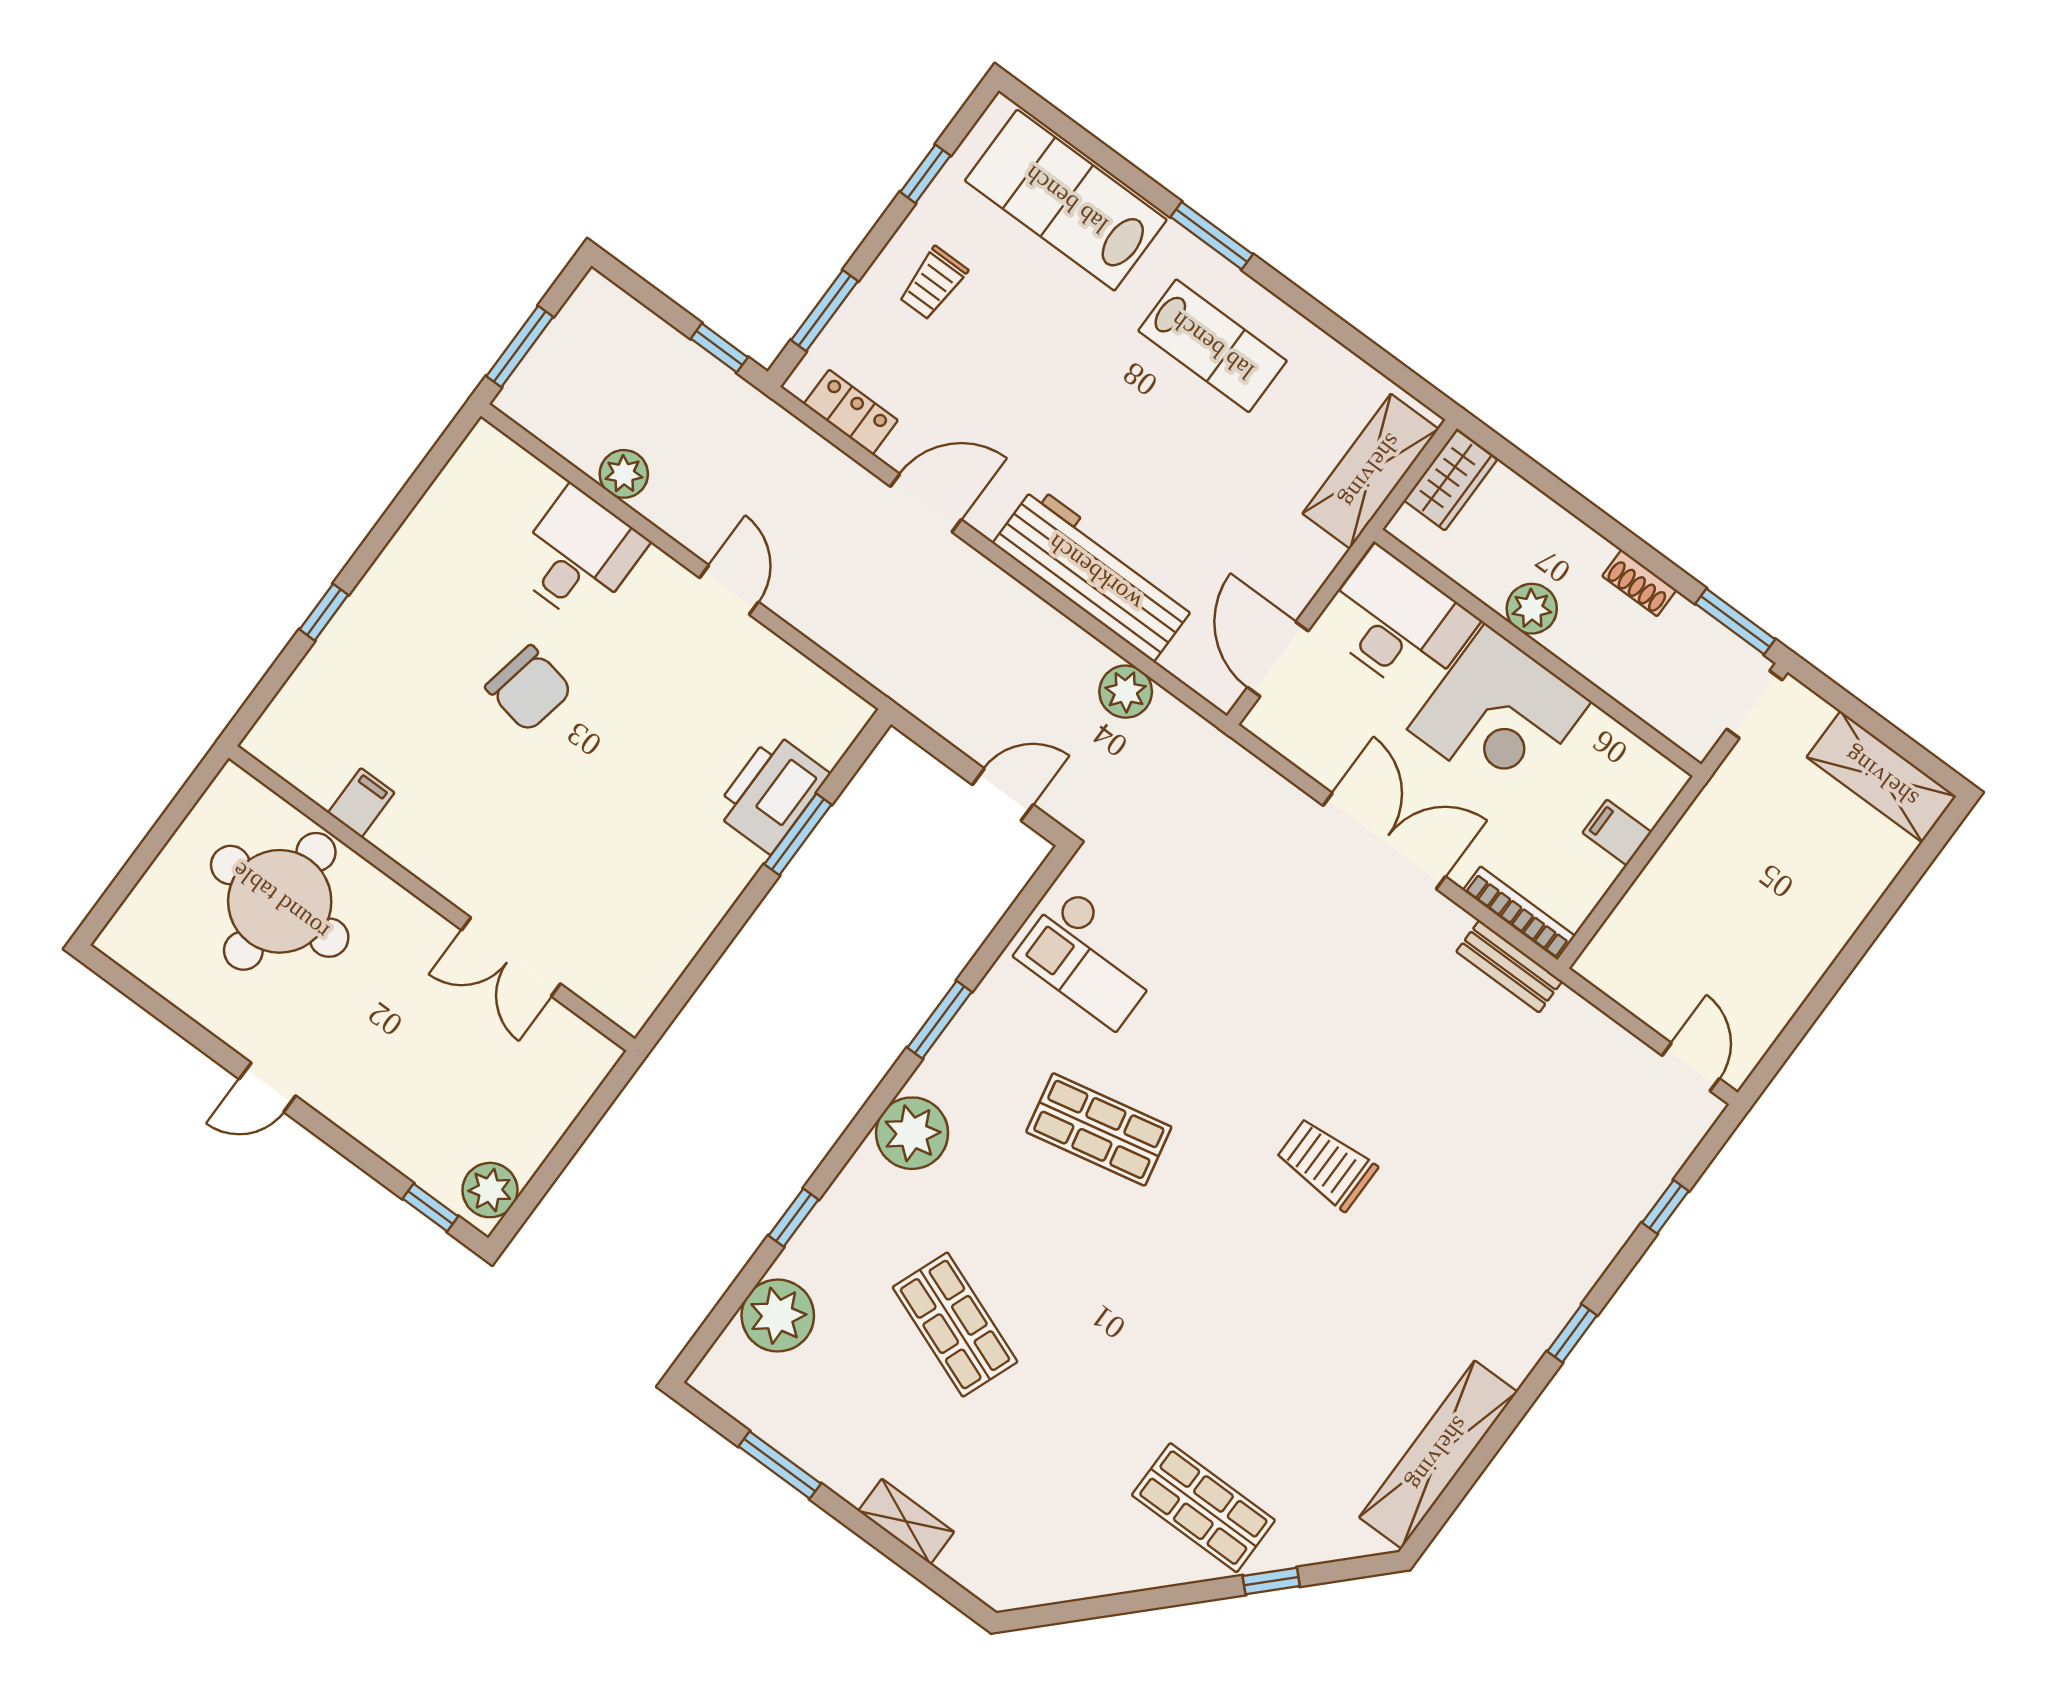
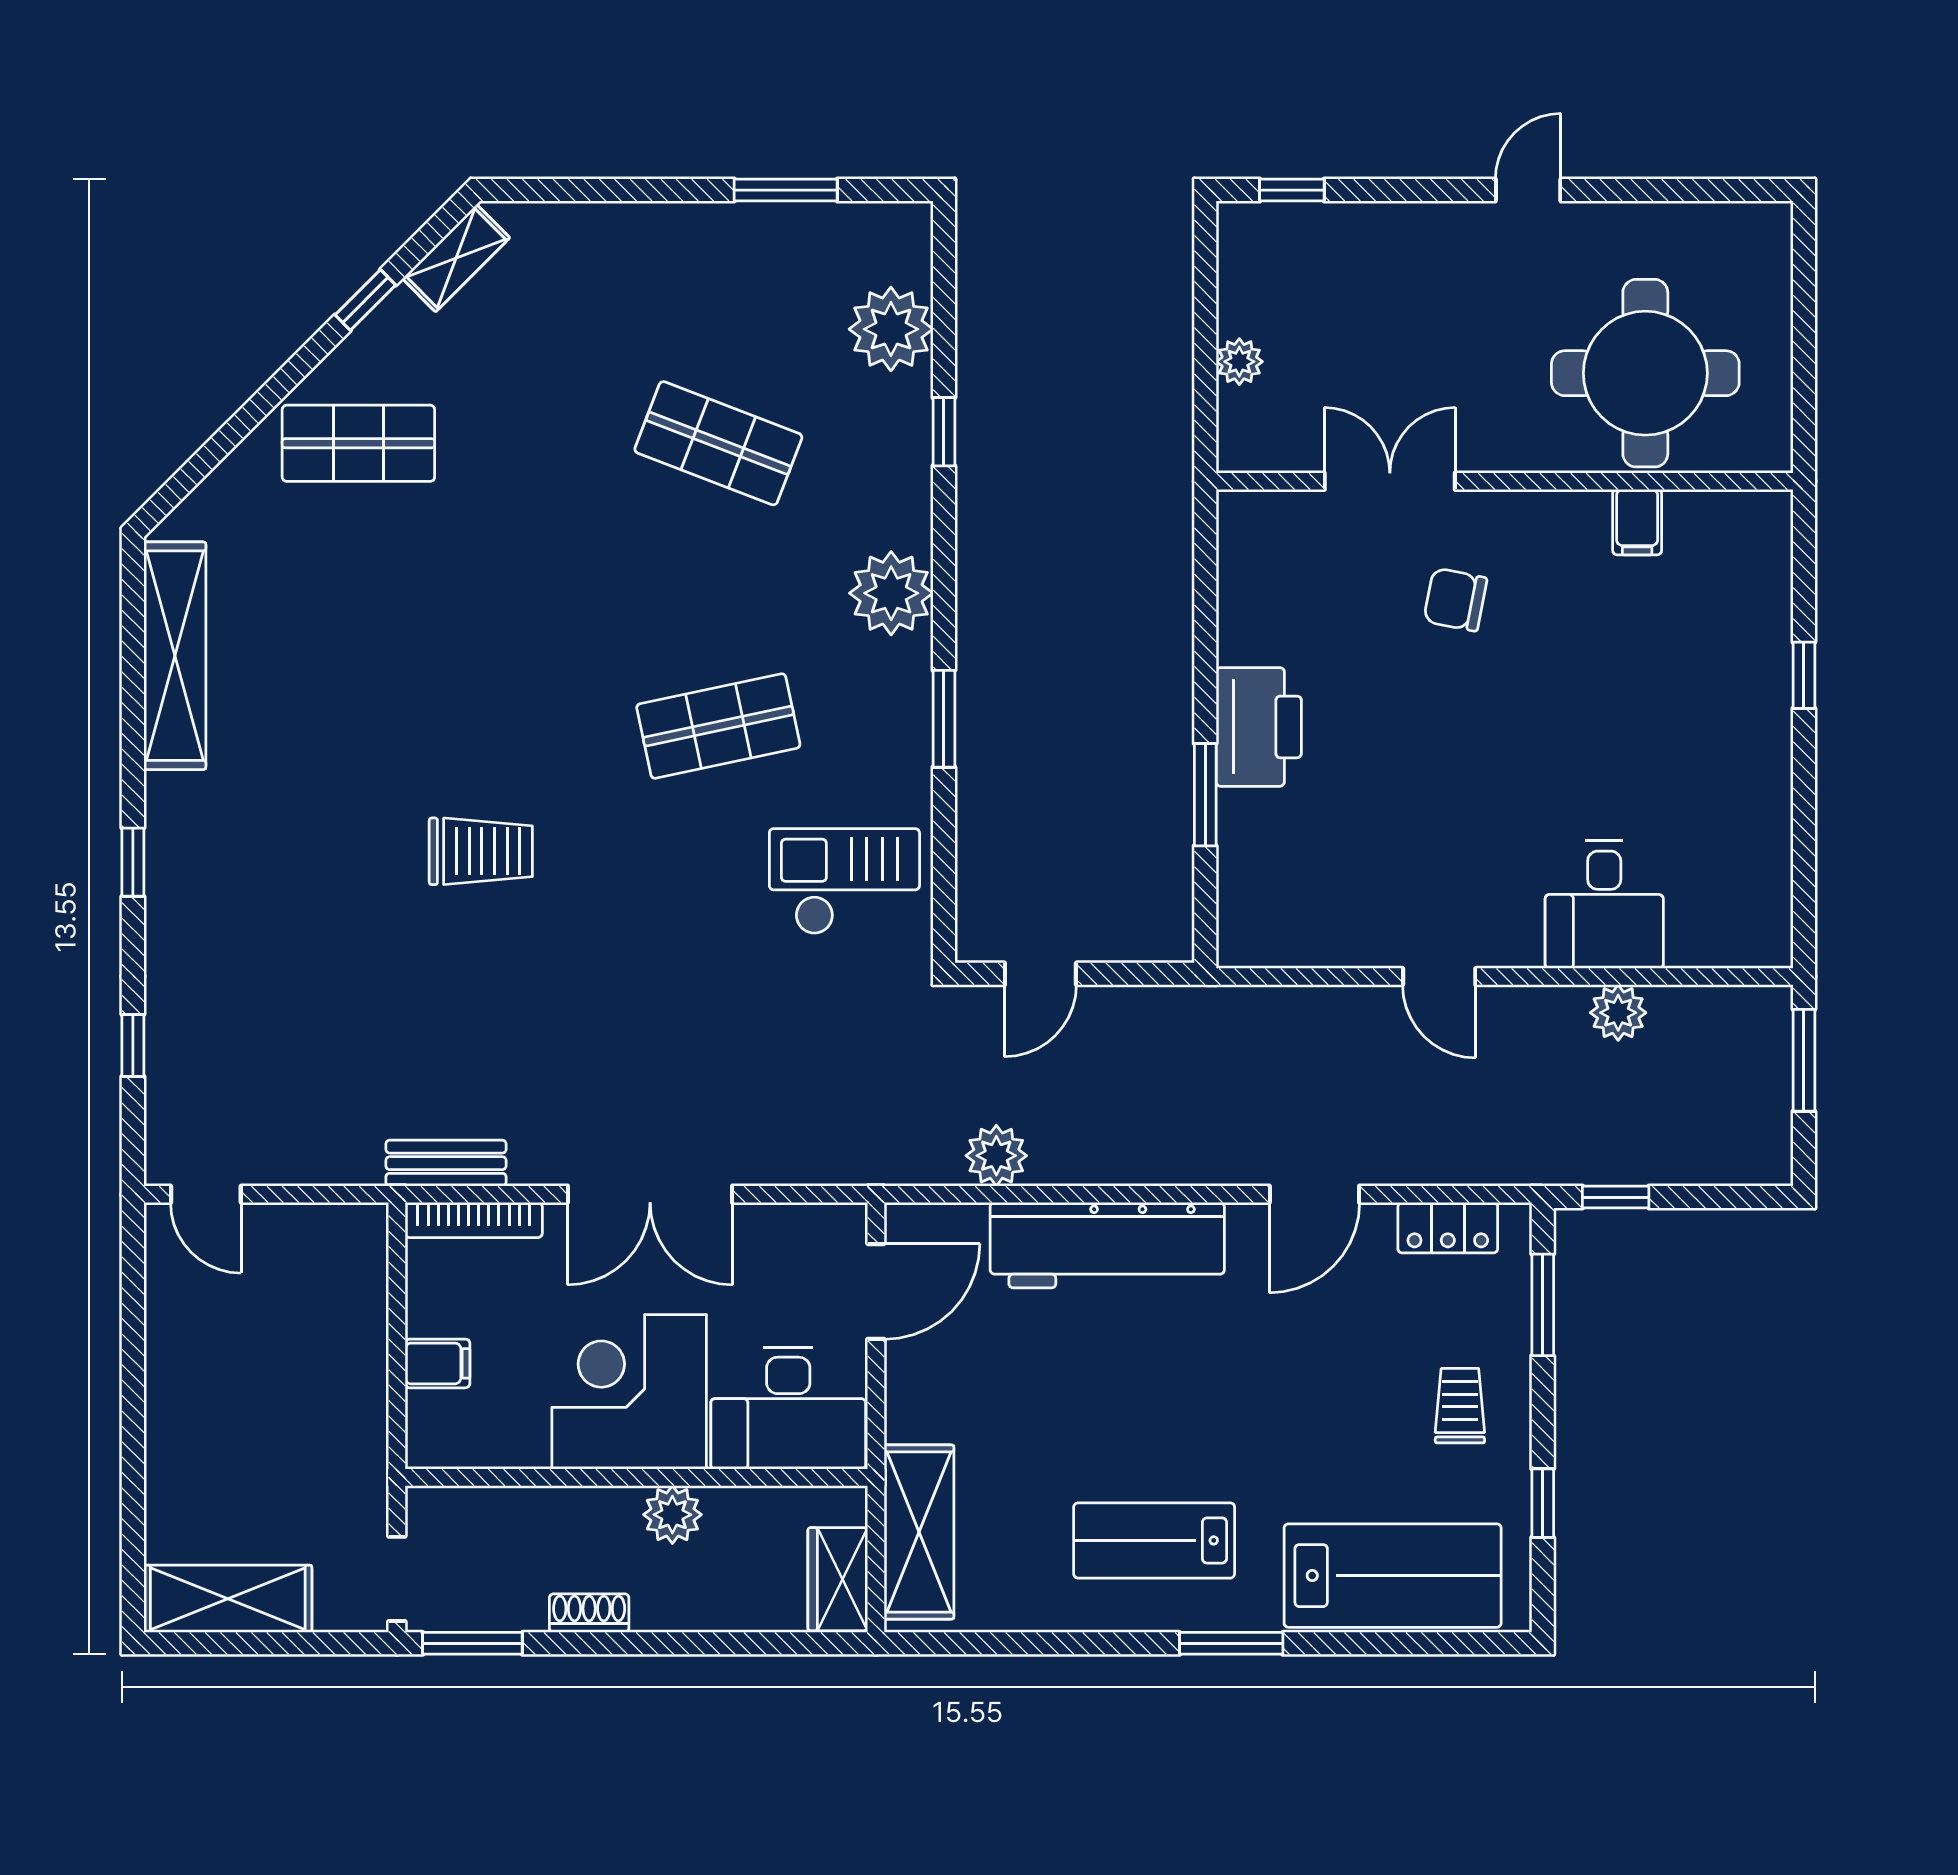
door: (1278, 659) -> (876, 1291), hinge flipped
chair: (529, 689) -> (1455, 600), moved, width x0.73, depth x0.73
printer: (771, 793) -> (1259, 727), moved
plant: (490, 1190) -> (1239, 362), moved, width x0.73, depth x0.73
shelving: (906, 1521) -> (456, 258), moved, turned -45
window: (1271, 1581) -> (365, 300), moved

